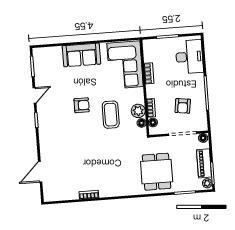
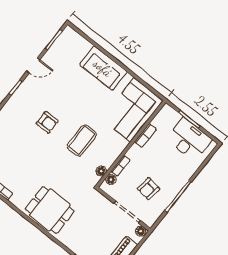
desk: (189, 57) -> (189, 140), moved, turned -90
armchair: (82, 105) -> (47, 122), moved
plant: (138, 111) -> (108, 159), removed
dining table: (157, 172) -> (50, 210), moved, turned 90

